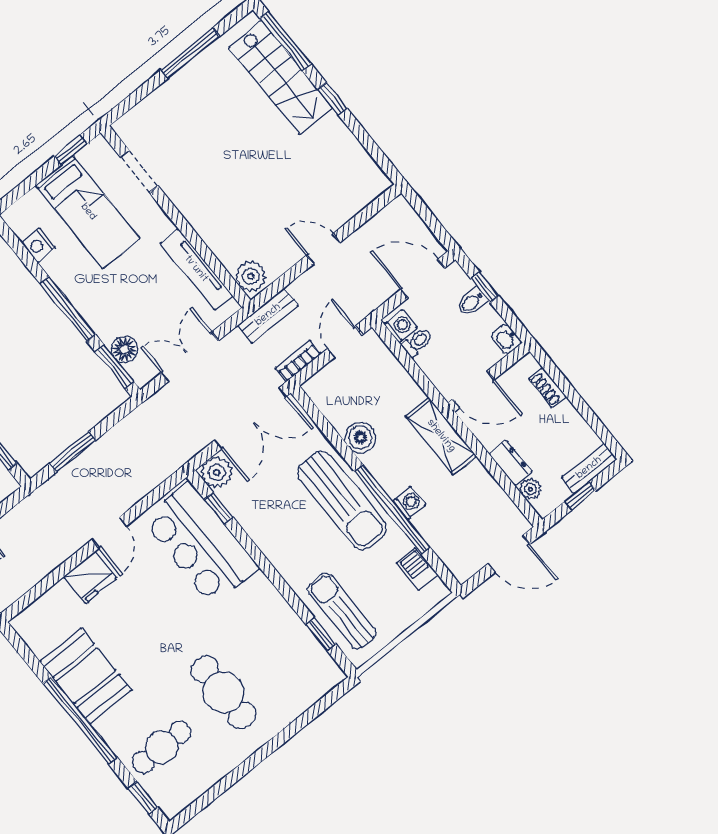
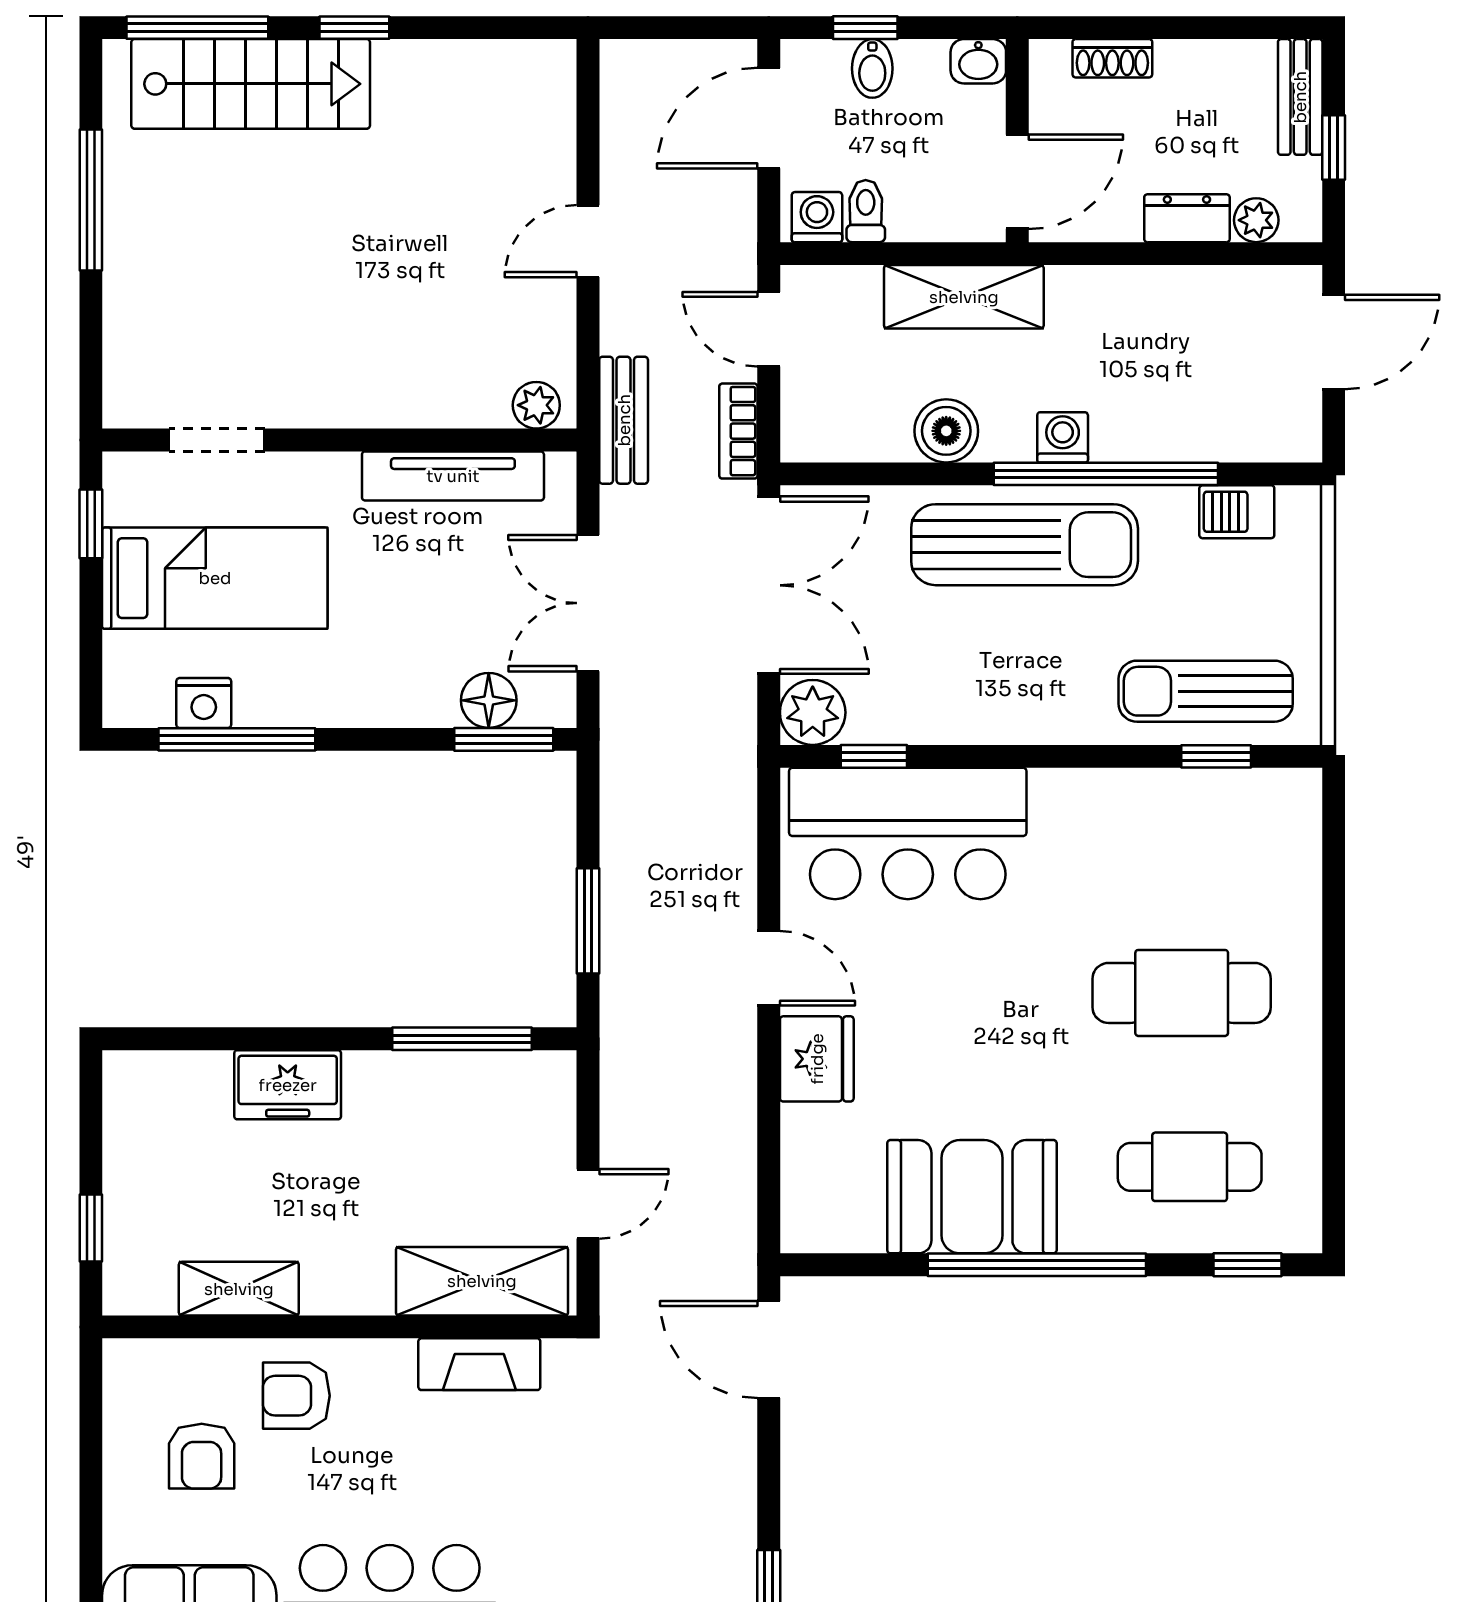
plant: (251, 276) -> (536, 405), width x0.73, depth x0.73
window: (68, 309) -> (237, 739), moved
shelving: (441, 436) -> (964, 297), moved
washing machine: (409, 503) -> (1063, 437), moved
cafe table: (162, 747) -> (1190, 1167), turned 90

